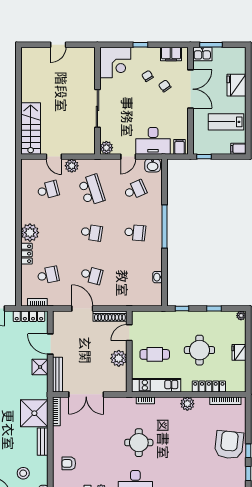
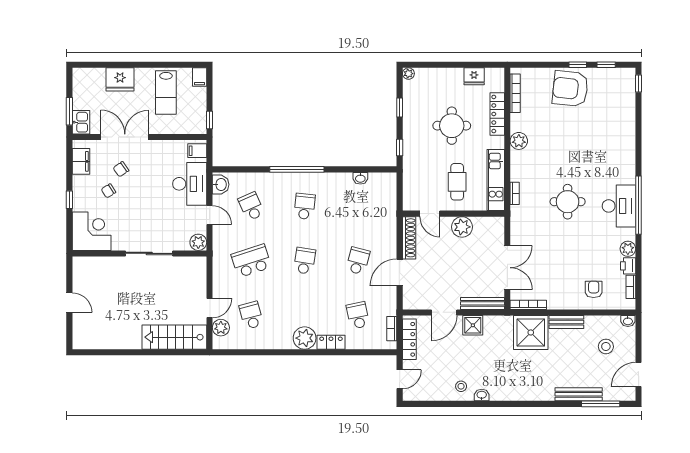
plant: (72, 166) -> (221, 328), moved
fridge: (239, 352) -> (474, 76), moved
armchair: (69, 463) -> (594, 289), turned 180

